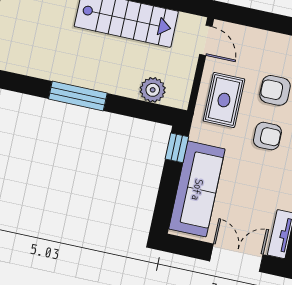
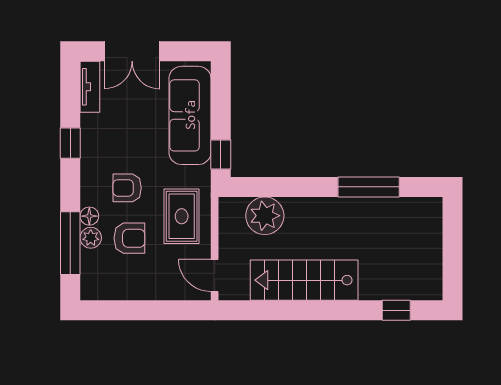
plant: (153, 90) -> (265, 216), width x1.36, depth x1.36
window: (78, 96) -> (369, 187), moved

